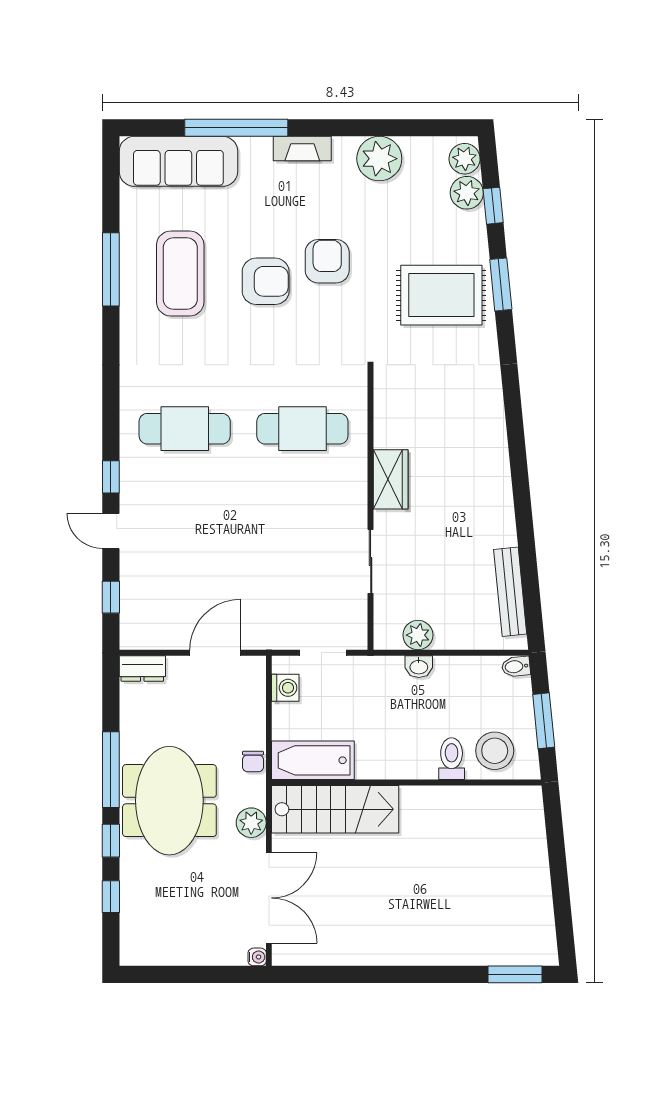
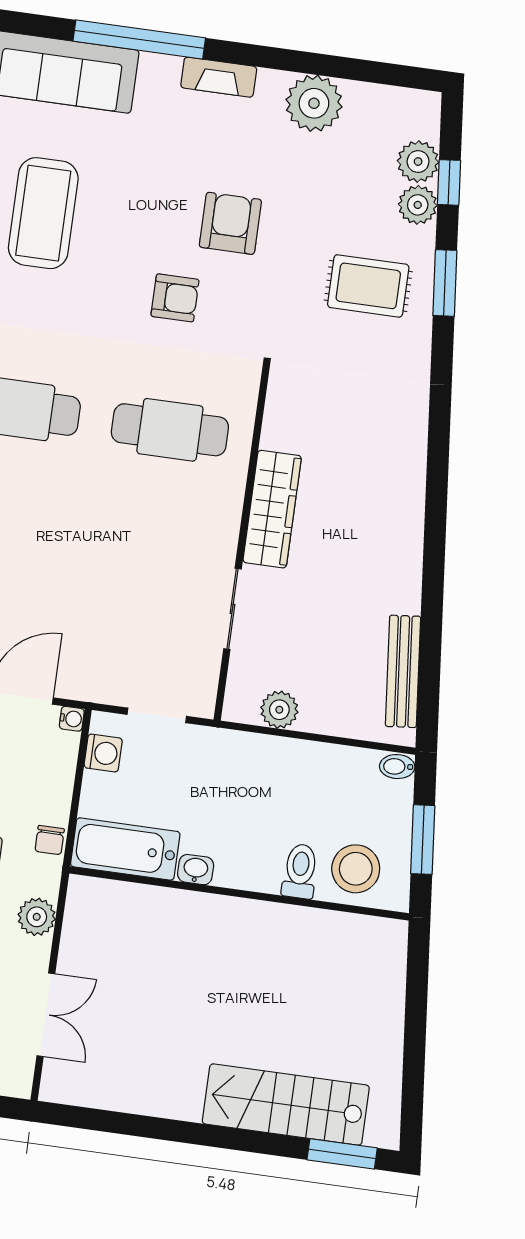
plant: (465, 159) -> (418, 205), moved
armchair: (266, 281) -> (175, 298), moved, width x0.72, depth x0.72
rug: (441, 295) -> (368, 286), width x0.73, depth x0.70
wardrobe: (391, 479) -> (272, 509), width x1.50
washbasin: (419, 667) -> (196, 870), moved, turned 180
stairs: (335, 809) -> (286, 1105), moved, turned 180
double door: (269, 898) -> (46, 1015), width x0.73
water cooler: (257, 957) -> (72, 719), moved

